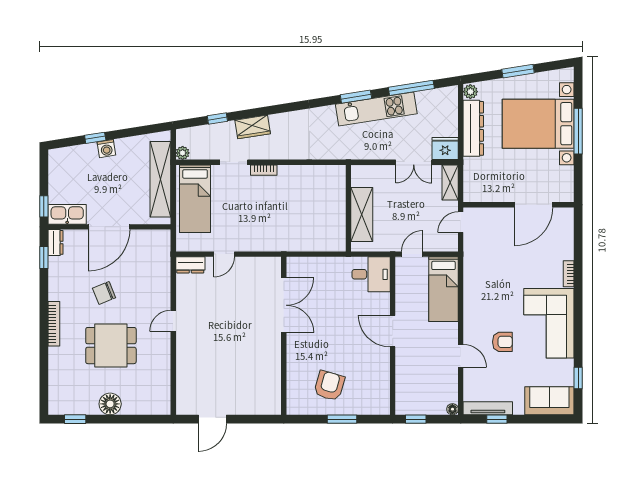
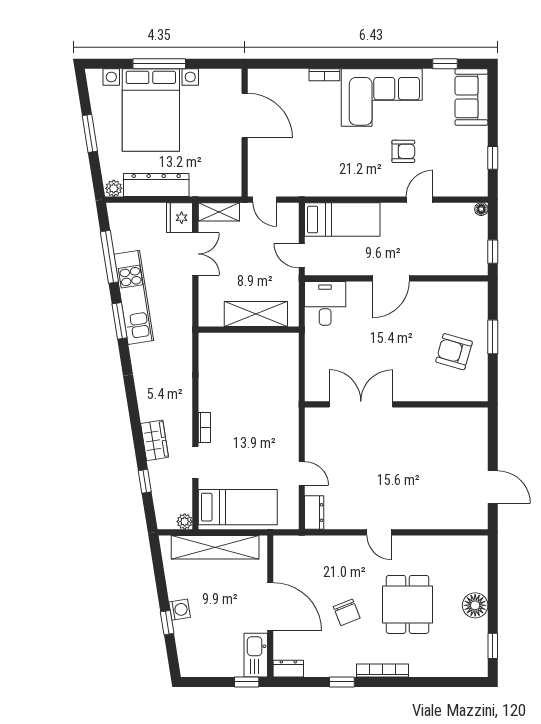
window: (44, 257) -> (342, 682), moved
armchair: (502, 342) -> (403, 151), turned 90
tv unit: (488, 408) -> (480, 168), removed

